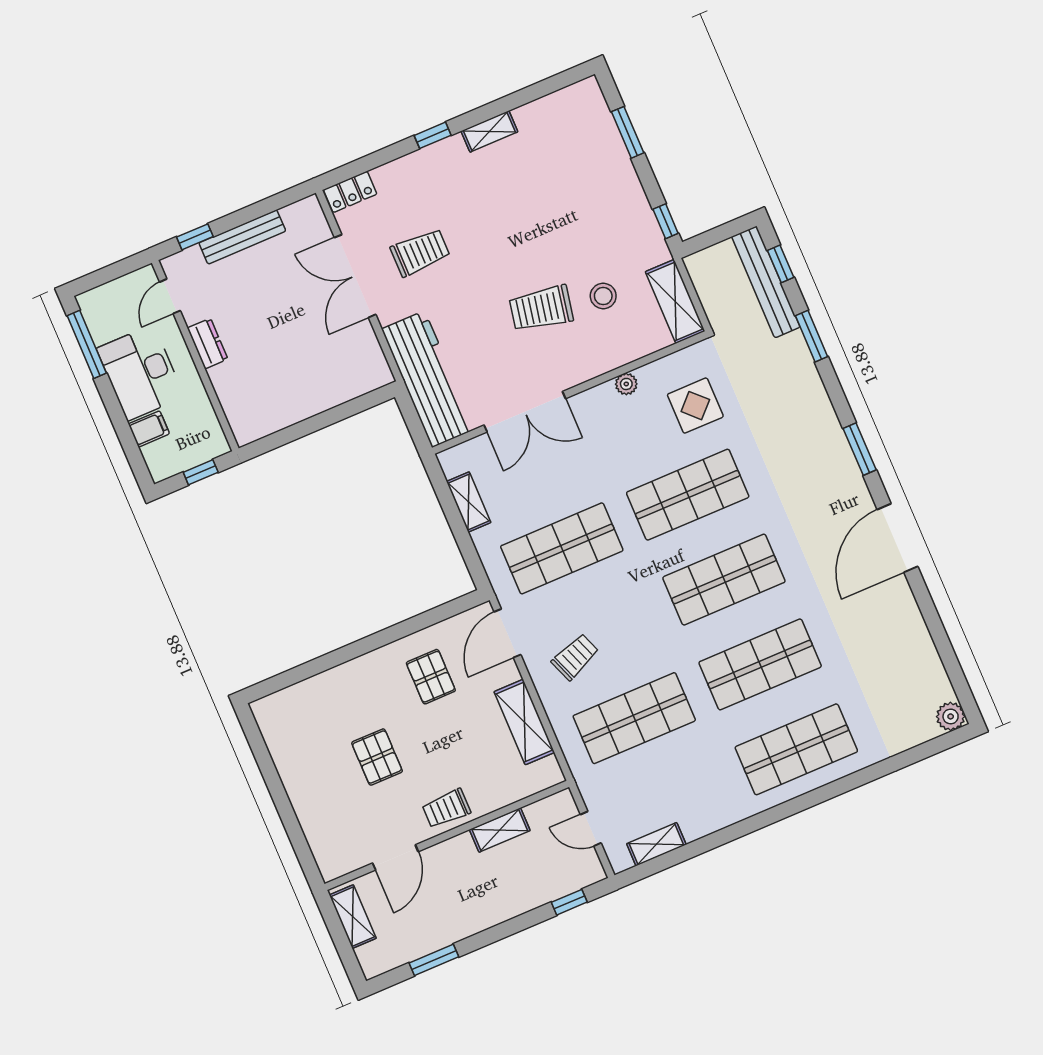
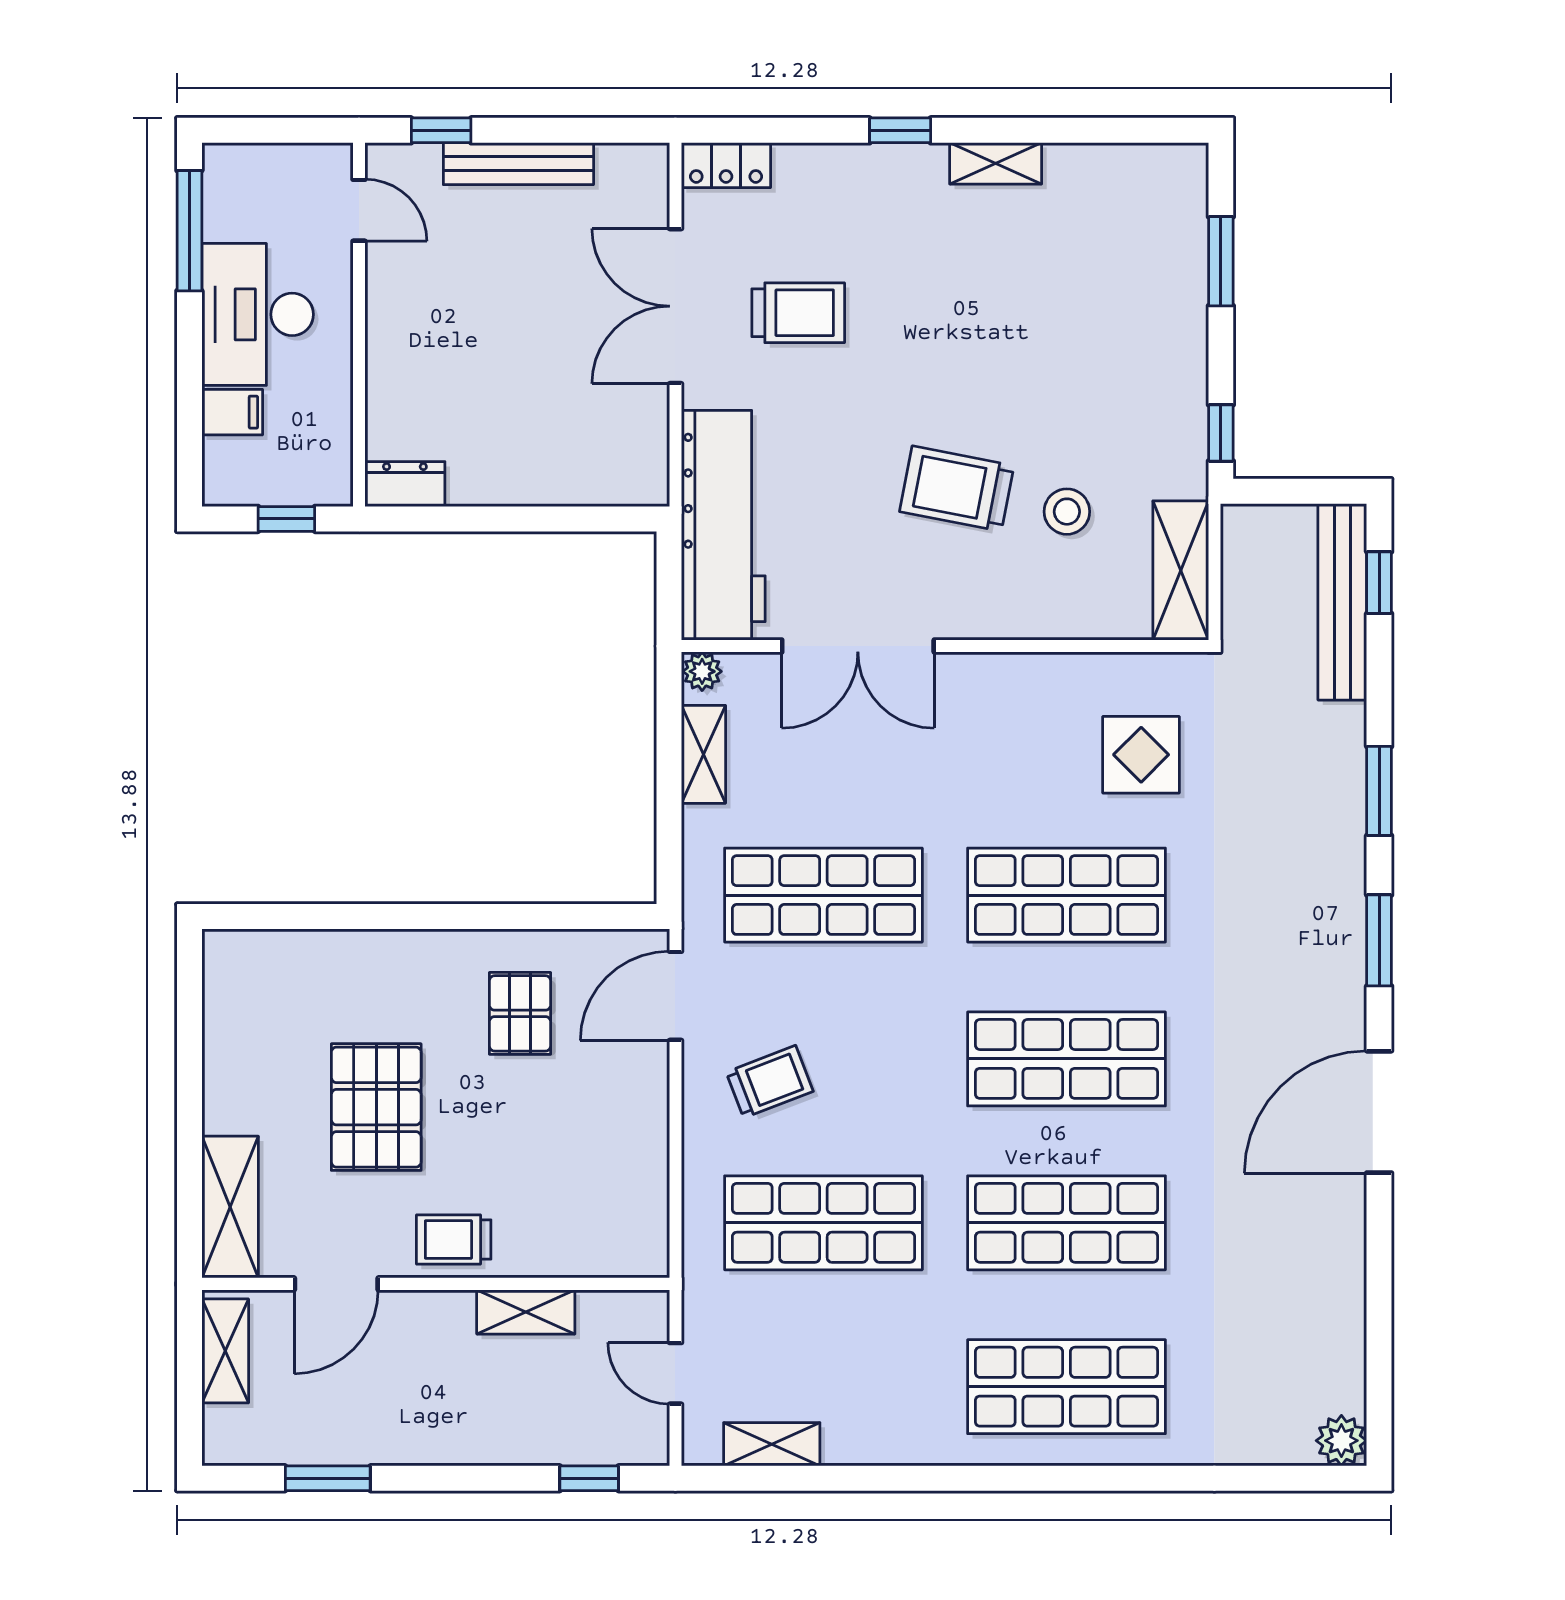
door: (170, 296) -> (359, 210), swing flipped
window: (811, 336) -> (1379, 791), moved
dresser: (208, 344) -> (405, 484), moved, turned -90
plant: (626, 384) -> (702, 671), moved
shelving: (524, 722) -> (230, 1207), moved
pallet: (377, 757) -> (376, 1107), width x1.50, depth x1.42

